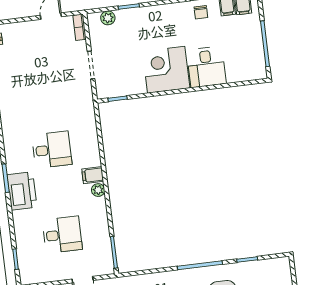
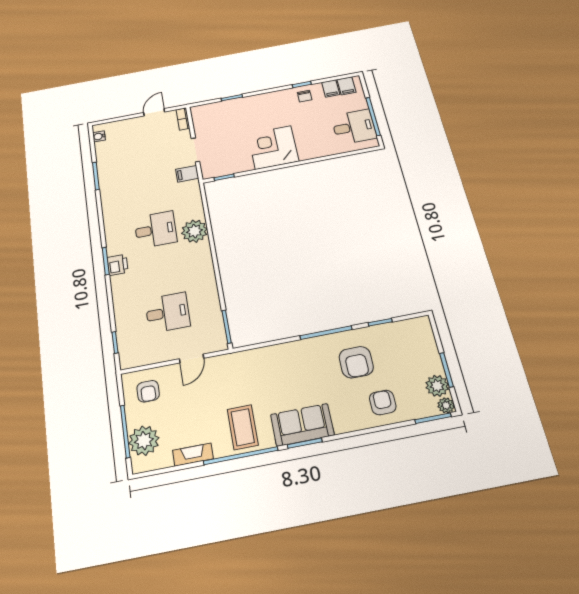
plant: (108, 18) -> (211, 109), removed
desk: (206, 67) -> (354, 127), moved, turned -90
filing cabinet: (93, 175) -> (187, 174), moved
plant: (98, 190) -> (194, 231), moved, width x1.87, depth x1.87
printer: (22, 191) -> (118, 265), width x0.53, depth x0.68

